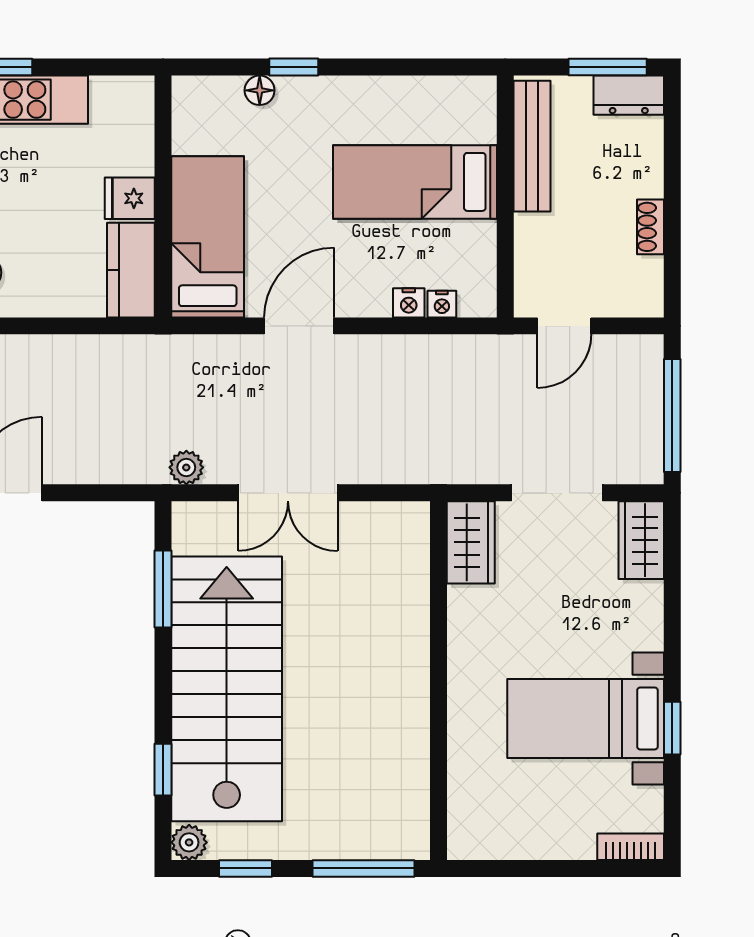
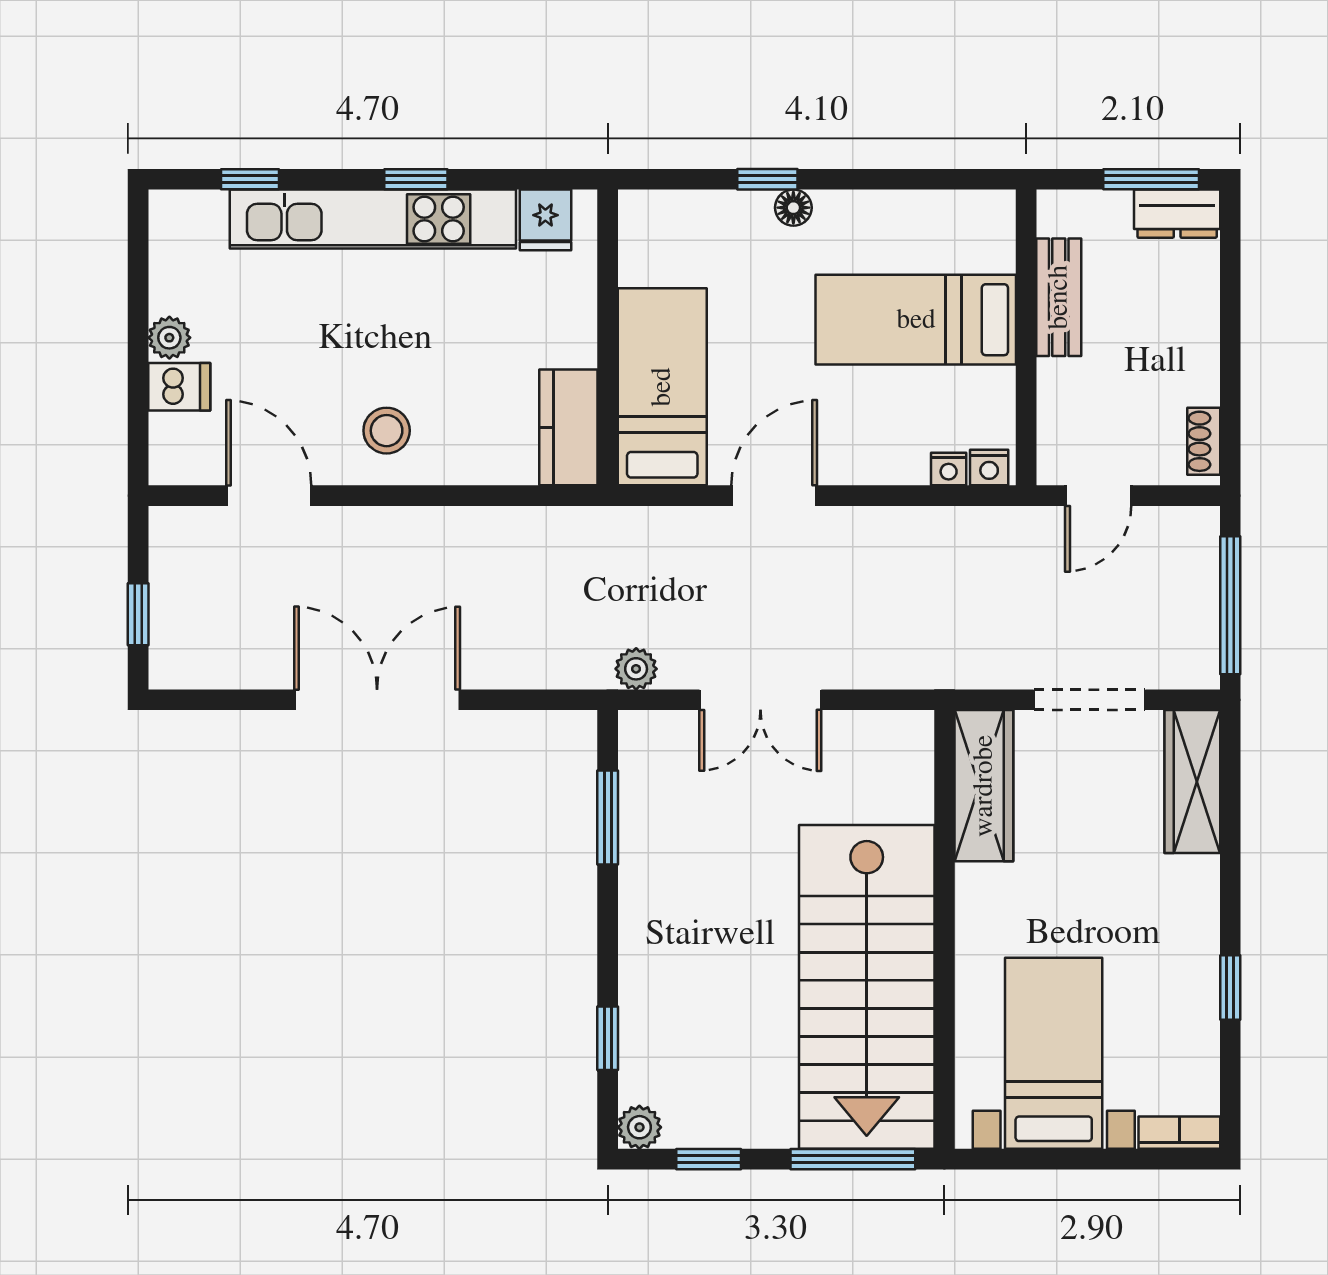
floor lamp: (260, 90) -> (793, 208), moved
bench: (532, 146) -> (1059, 297), width x0.73
fridge: (130, 198) -> (545, 220), moved, turned -90
shoe rack: (651, 227) -> (1204, 441), moved
nightstand: (409, 303) -> (989, 468), moved
wardrobe: (641, 540) -> (1192, 782), width x1.50
wardrobe: (471, 542) -> (984, 786), width x1.50
stairs: (227, 689) -> (867, 987), moved, turned 180
bed with nightstands: (586, 718) -> (1054, 1053), moved, turned 90

